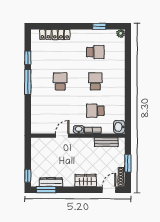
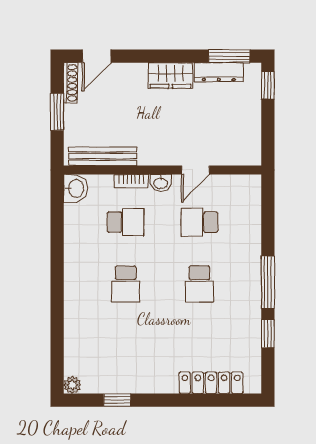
school desk: (95, 52) -> (199, 222), moved
bench: (106, 142) -> (103, 156), width x1.36
wardrobe: (86, 181) -> (170, 75), moved

